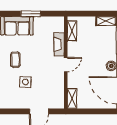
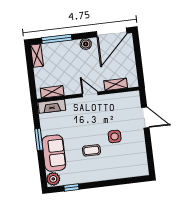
fireplace: (59, 44) -> (52, 106), moved
shelving: (72, 99) -> (116, 84), moved

